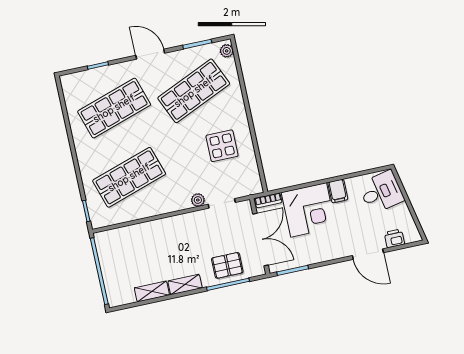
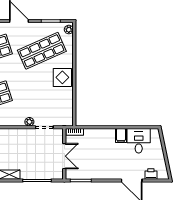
display table: (222, 146) -> (62, 77), moved
desk: (381, 192) -> (139, 141), moved, turned -78
corner desk: (309, 210) -> (100, 144), removed
double door: (260, 240) -> (64, 156), width x0.73
pallet: (227, 265) -> (39, 168), removed

